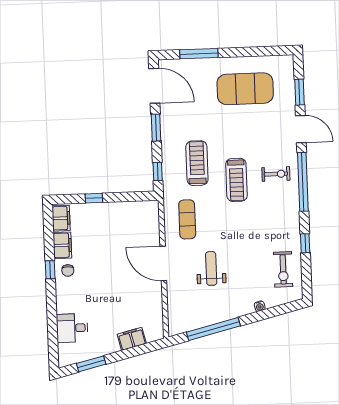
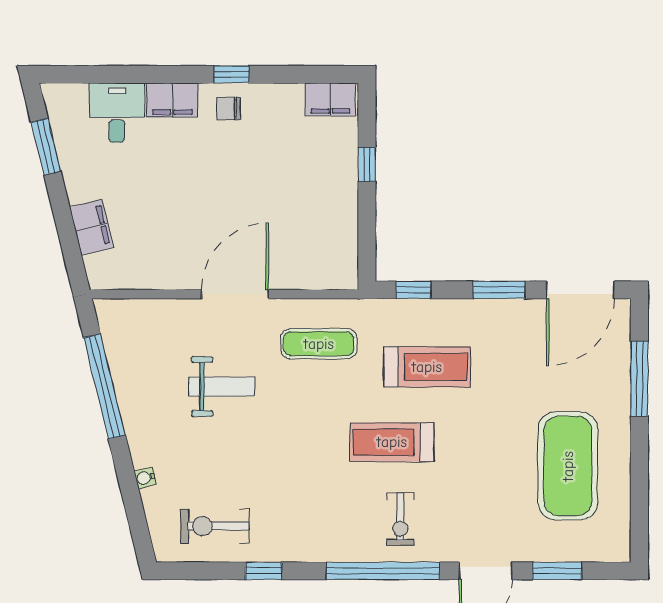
filing cabinet: (62, 245) -> (172, 100), moved

